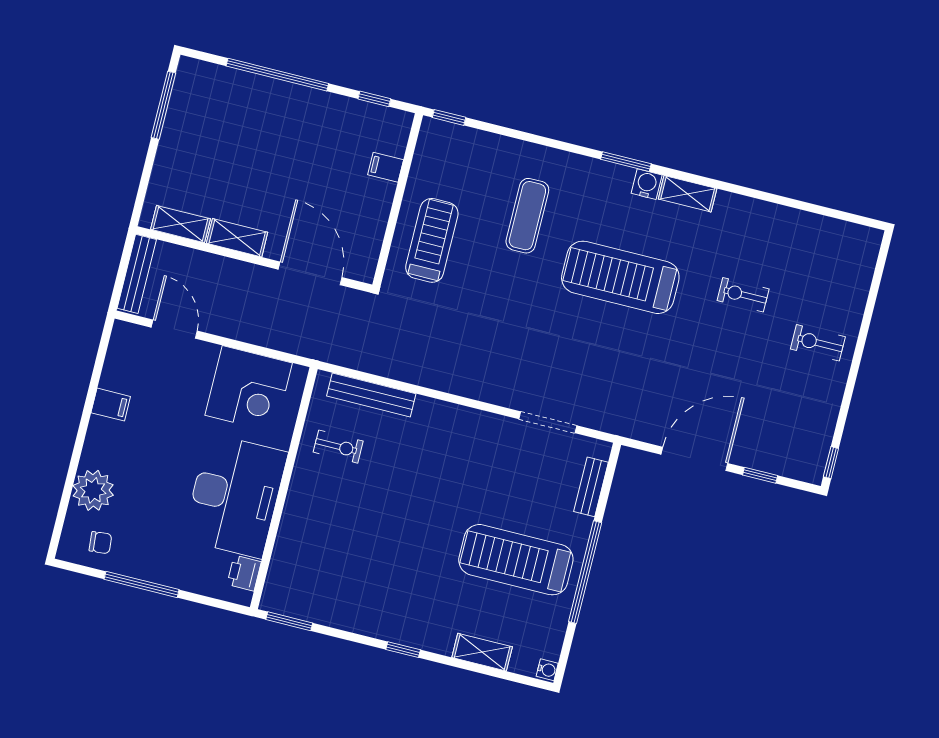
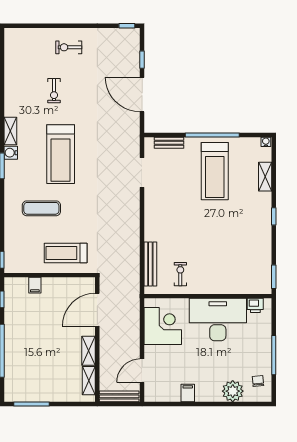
exercise bike: (818, 343) -> (69, 47), turned 90

